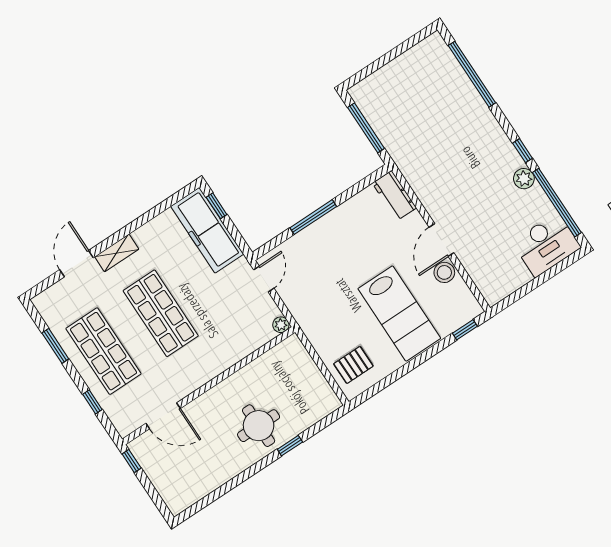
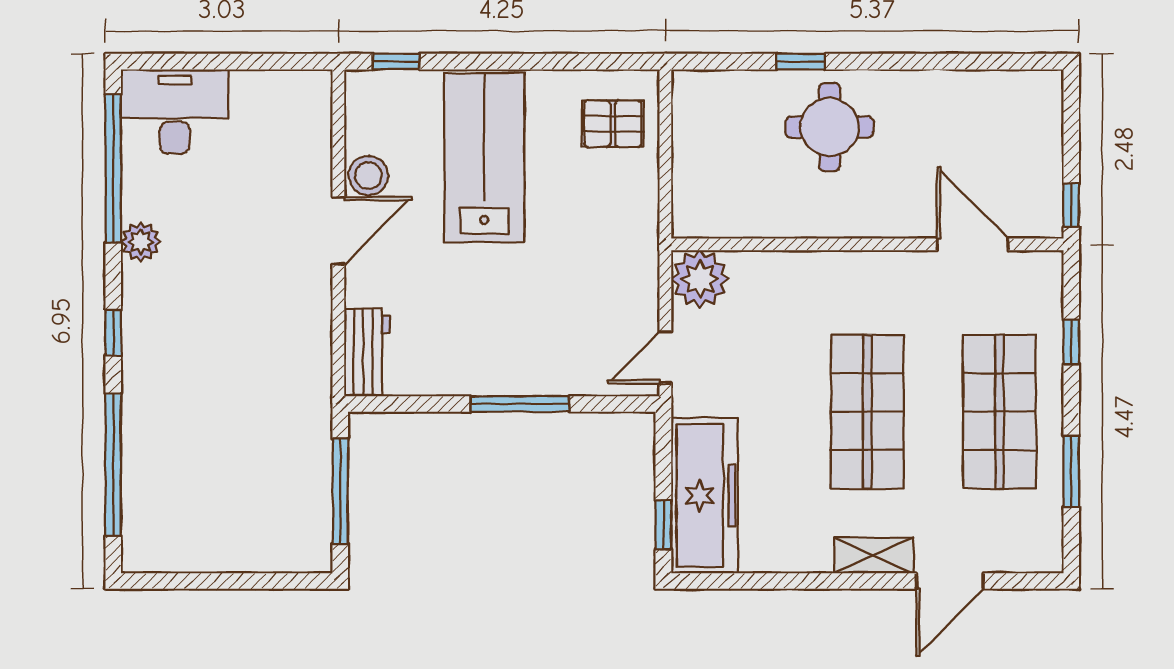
window: (522, 151) -> (113, 333), moved
plant: (281, 325) -> (700, 279), width x1.88, depth x1.88

